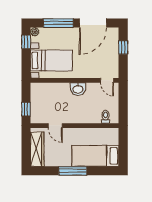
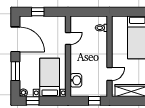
window: (58, 23) -> (15, 71), width x0.69
door: (107, 80) -> (68, 38), moved
washbasin: (78, 89) -> (76, 80), moved

